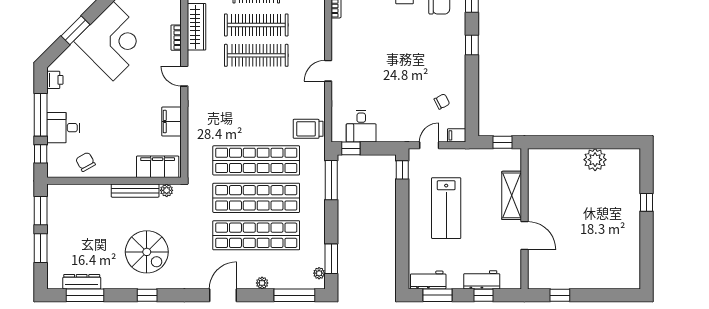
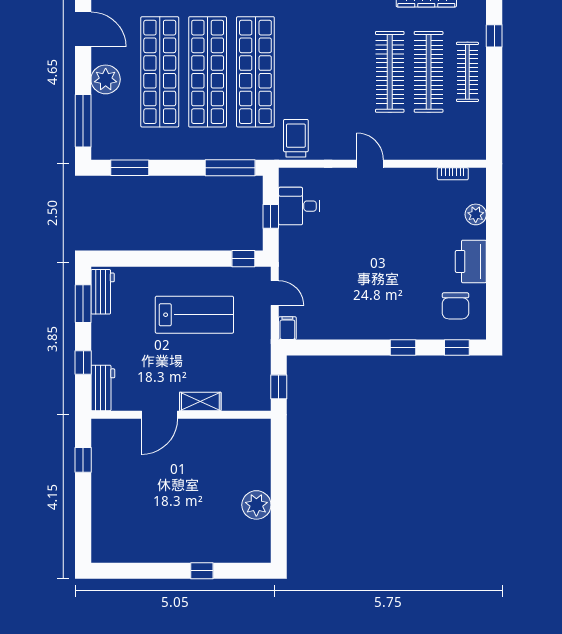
chair: (442, 101) -> (331, 309), removed
window: (351, 148) -> (271, 216), moved
shelving: (512, 195) -> (200, 401), width x0.67, depth x0.75
lab bench: (446, 208) -> (194, 315), turned 180
plant: (319, 273) -> (111, 152), removed
workbench: (482, 280) -> (103, 388), moved
plant: (262, 283) -> (106, 79), width x1.88, depth x1.88

